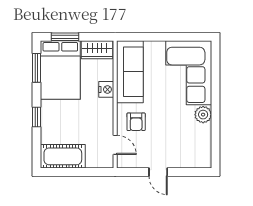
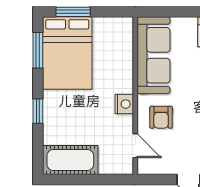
wardrobe: (97, 50) -> (113, 28), removed
nightstand: (106, 89) -> (124, 104), moved

